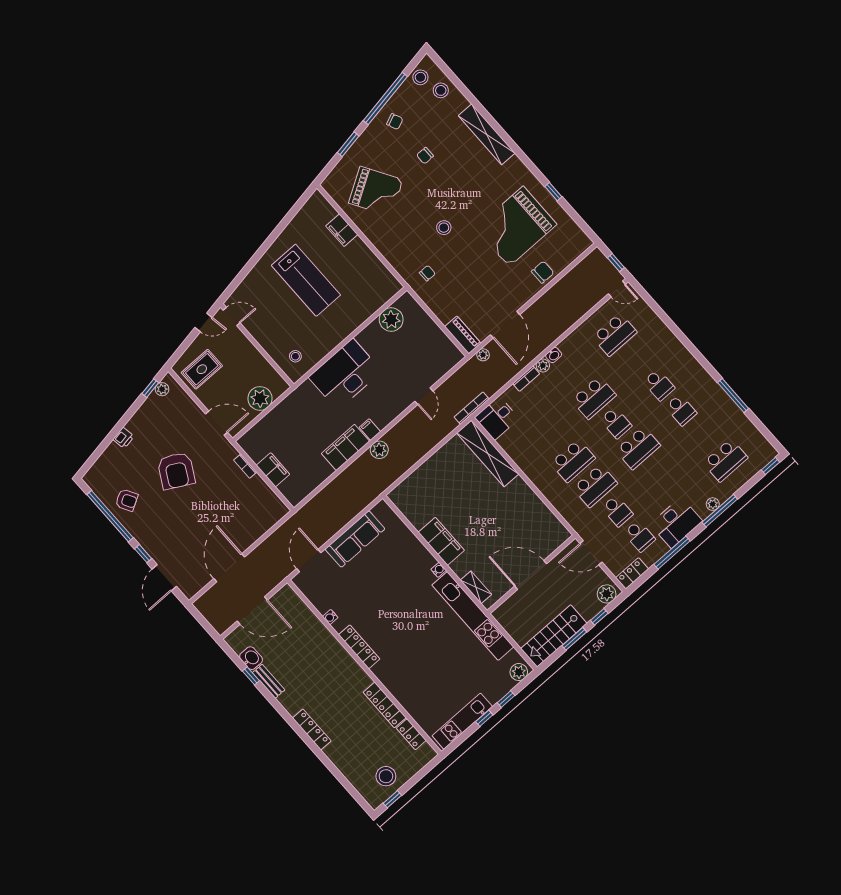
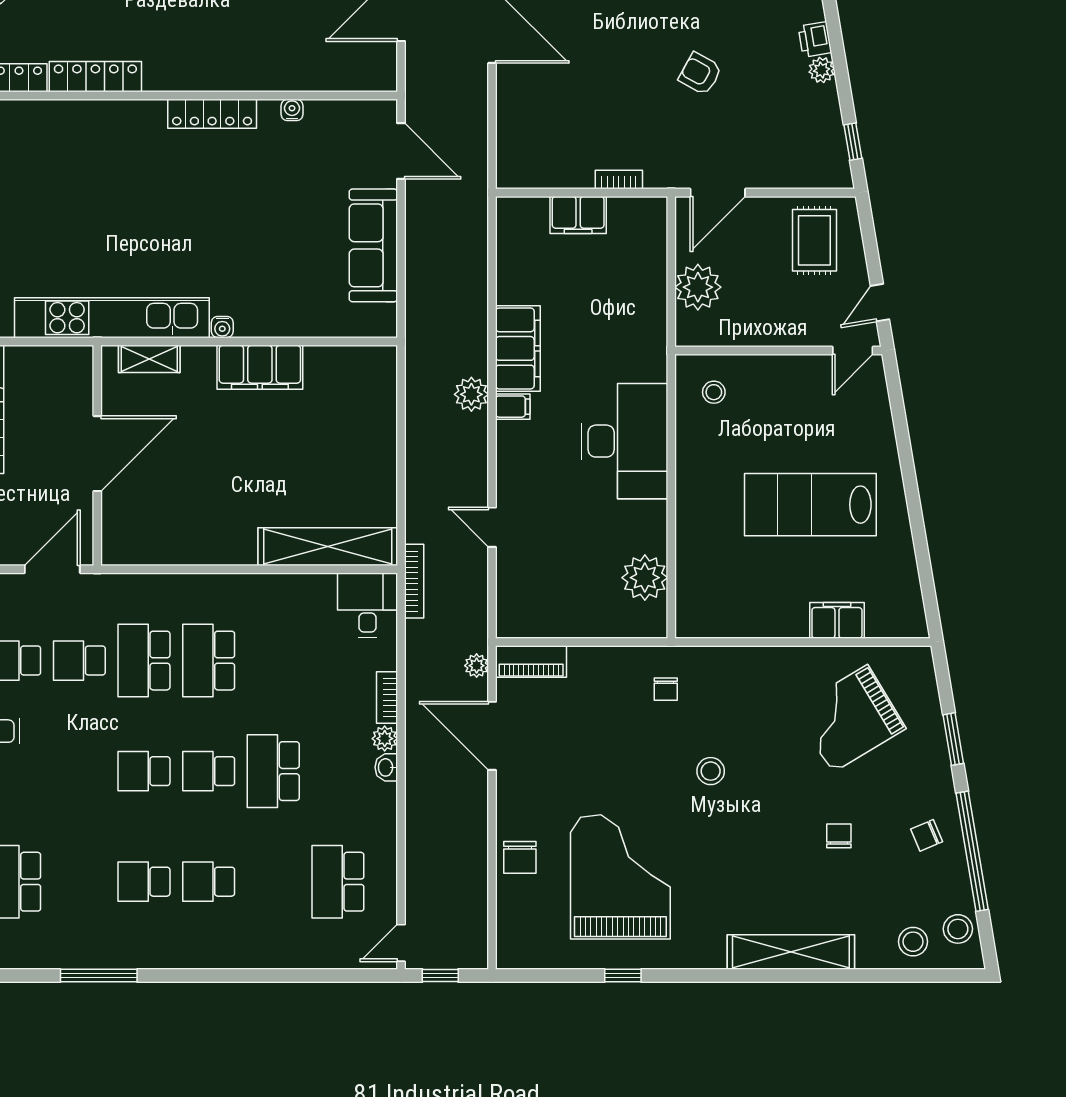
plant: (162, 389) -> (822, 70), moved
school desk: (638, 448) -> (144, 771), width x0.54
armchair: (176, 471) -> (700, 74), width x0.53, depth x0.53

